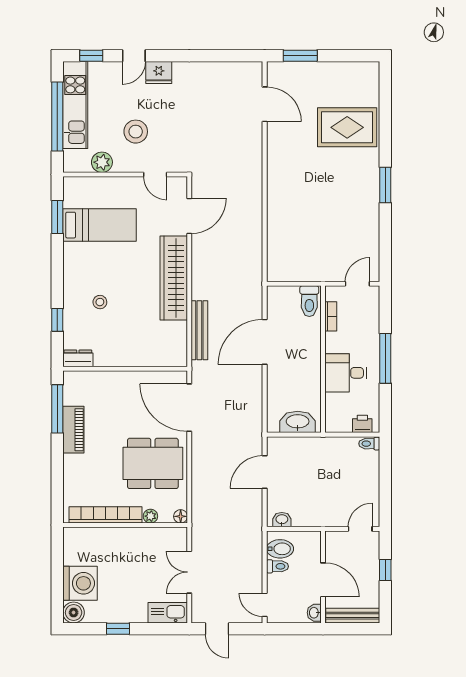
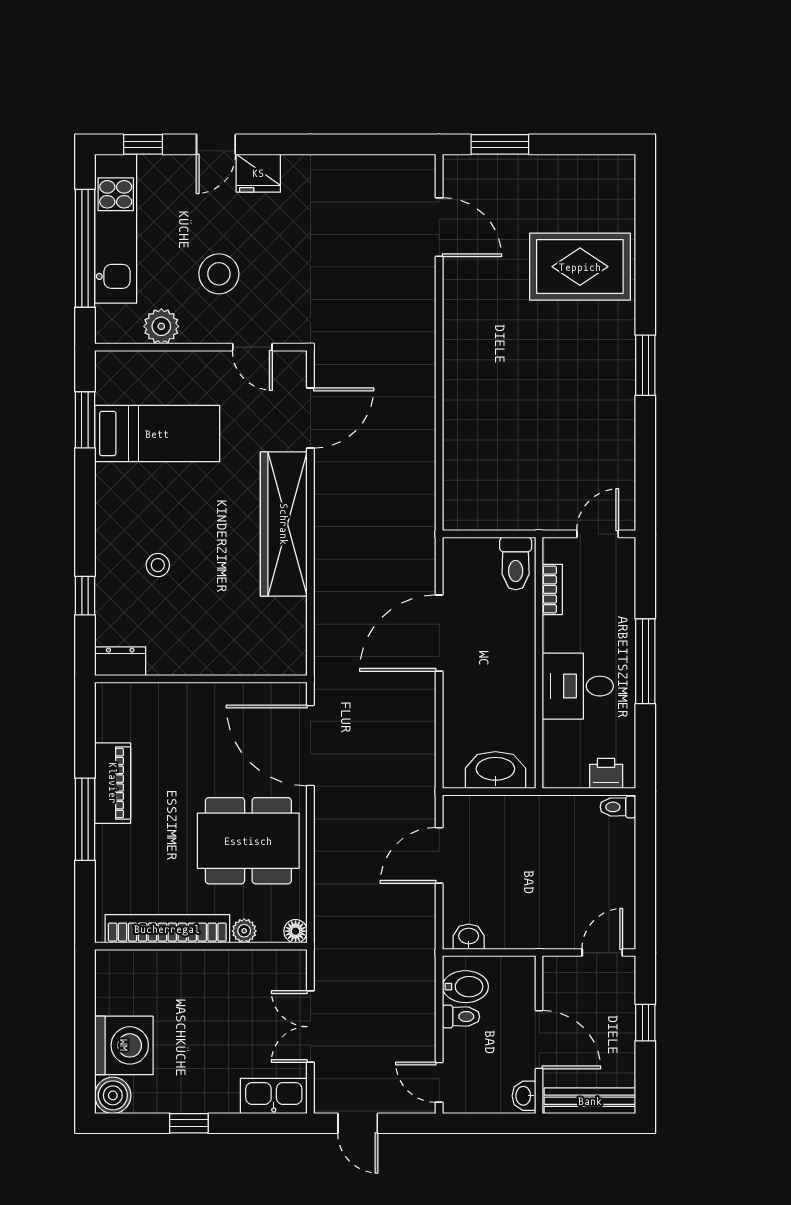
bench: (199, 330) -> (328, 613), removed
window: (57, 409) -> (85, 819), moved

